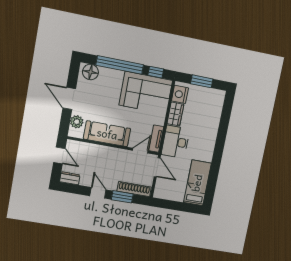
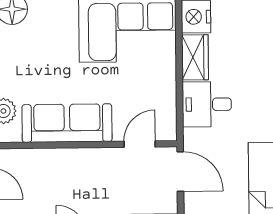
tv unit: (156, 139) -> (167, 114), removed
desk: (176, 142) -> (207, 104), width x0.73

